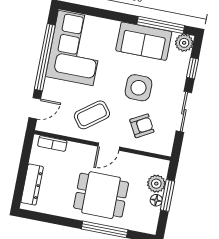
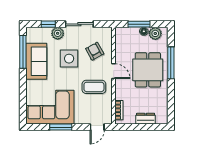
plant: (184, 43) -> (58, 33), moved
window: (45, 57) -> (61, 127), width x0.47
door: (35, 108) -> (97, 127), swing flipped
coffee table: (92, 115) -> (94, 87), turned -53
dresser: (32, 184) -> (146, 119), width x0.70
plant: (156, 184) -> (155, 33), moved

